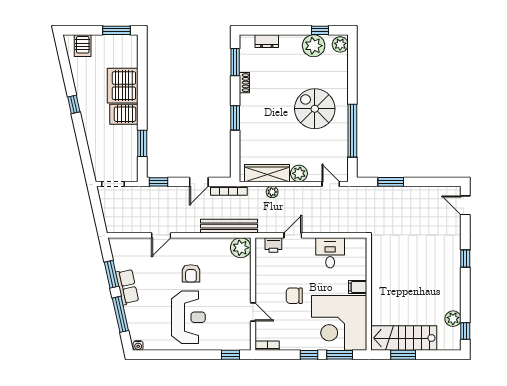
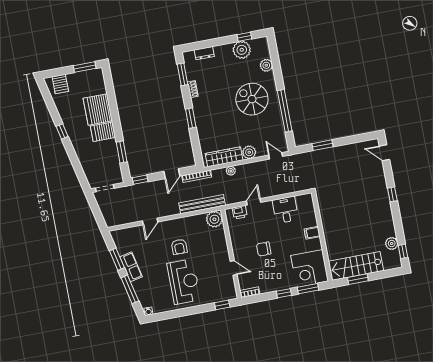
plant: (340, 44) -> (266, 65), moved
corner desk: (339, 323) -> (310, 268), width x0.74, depth x0.74

